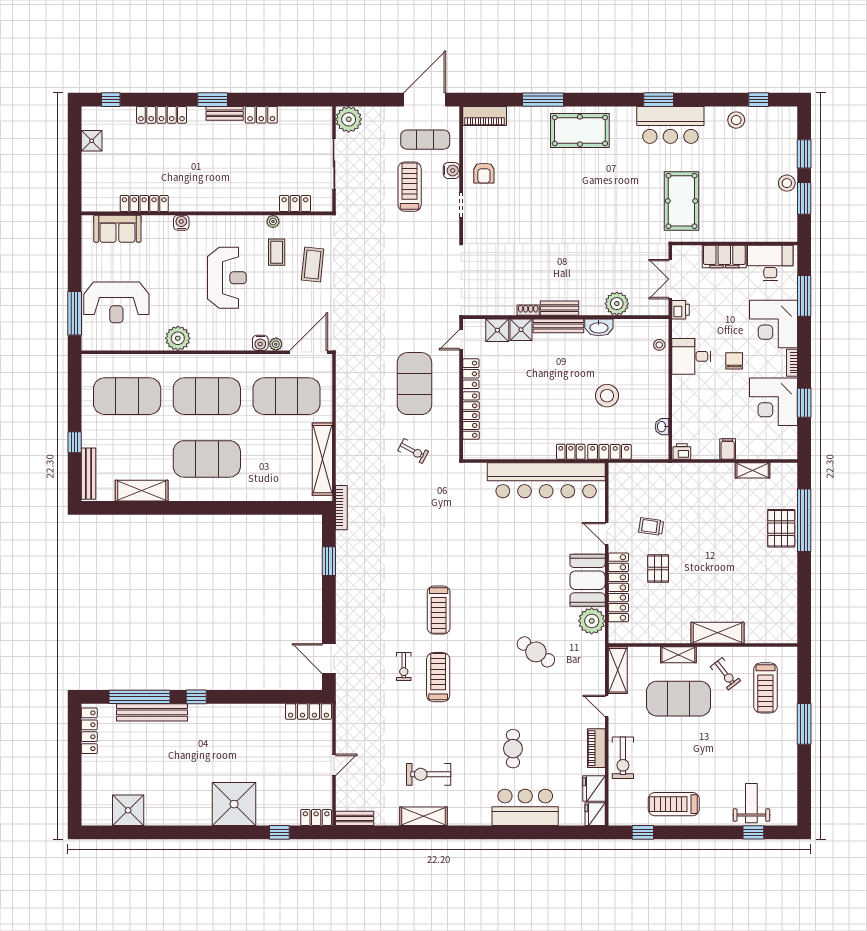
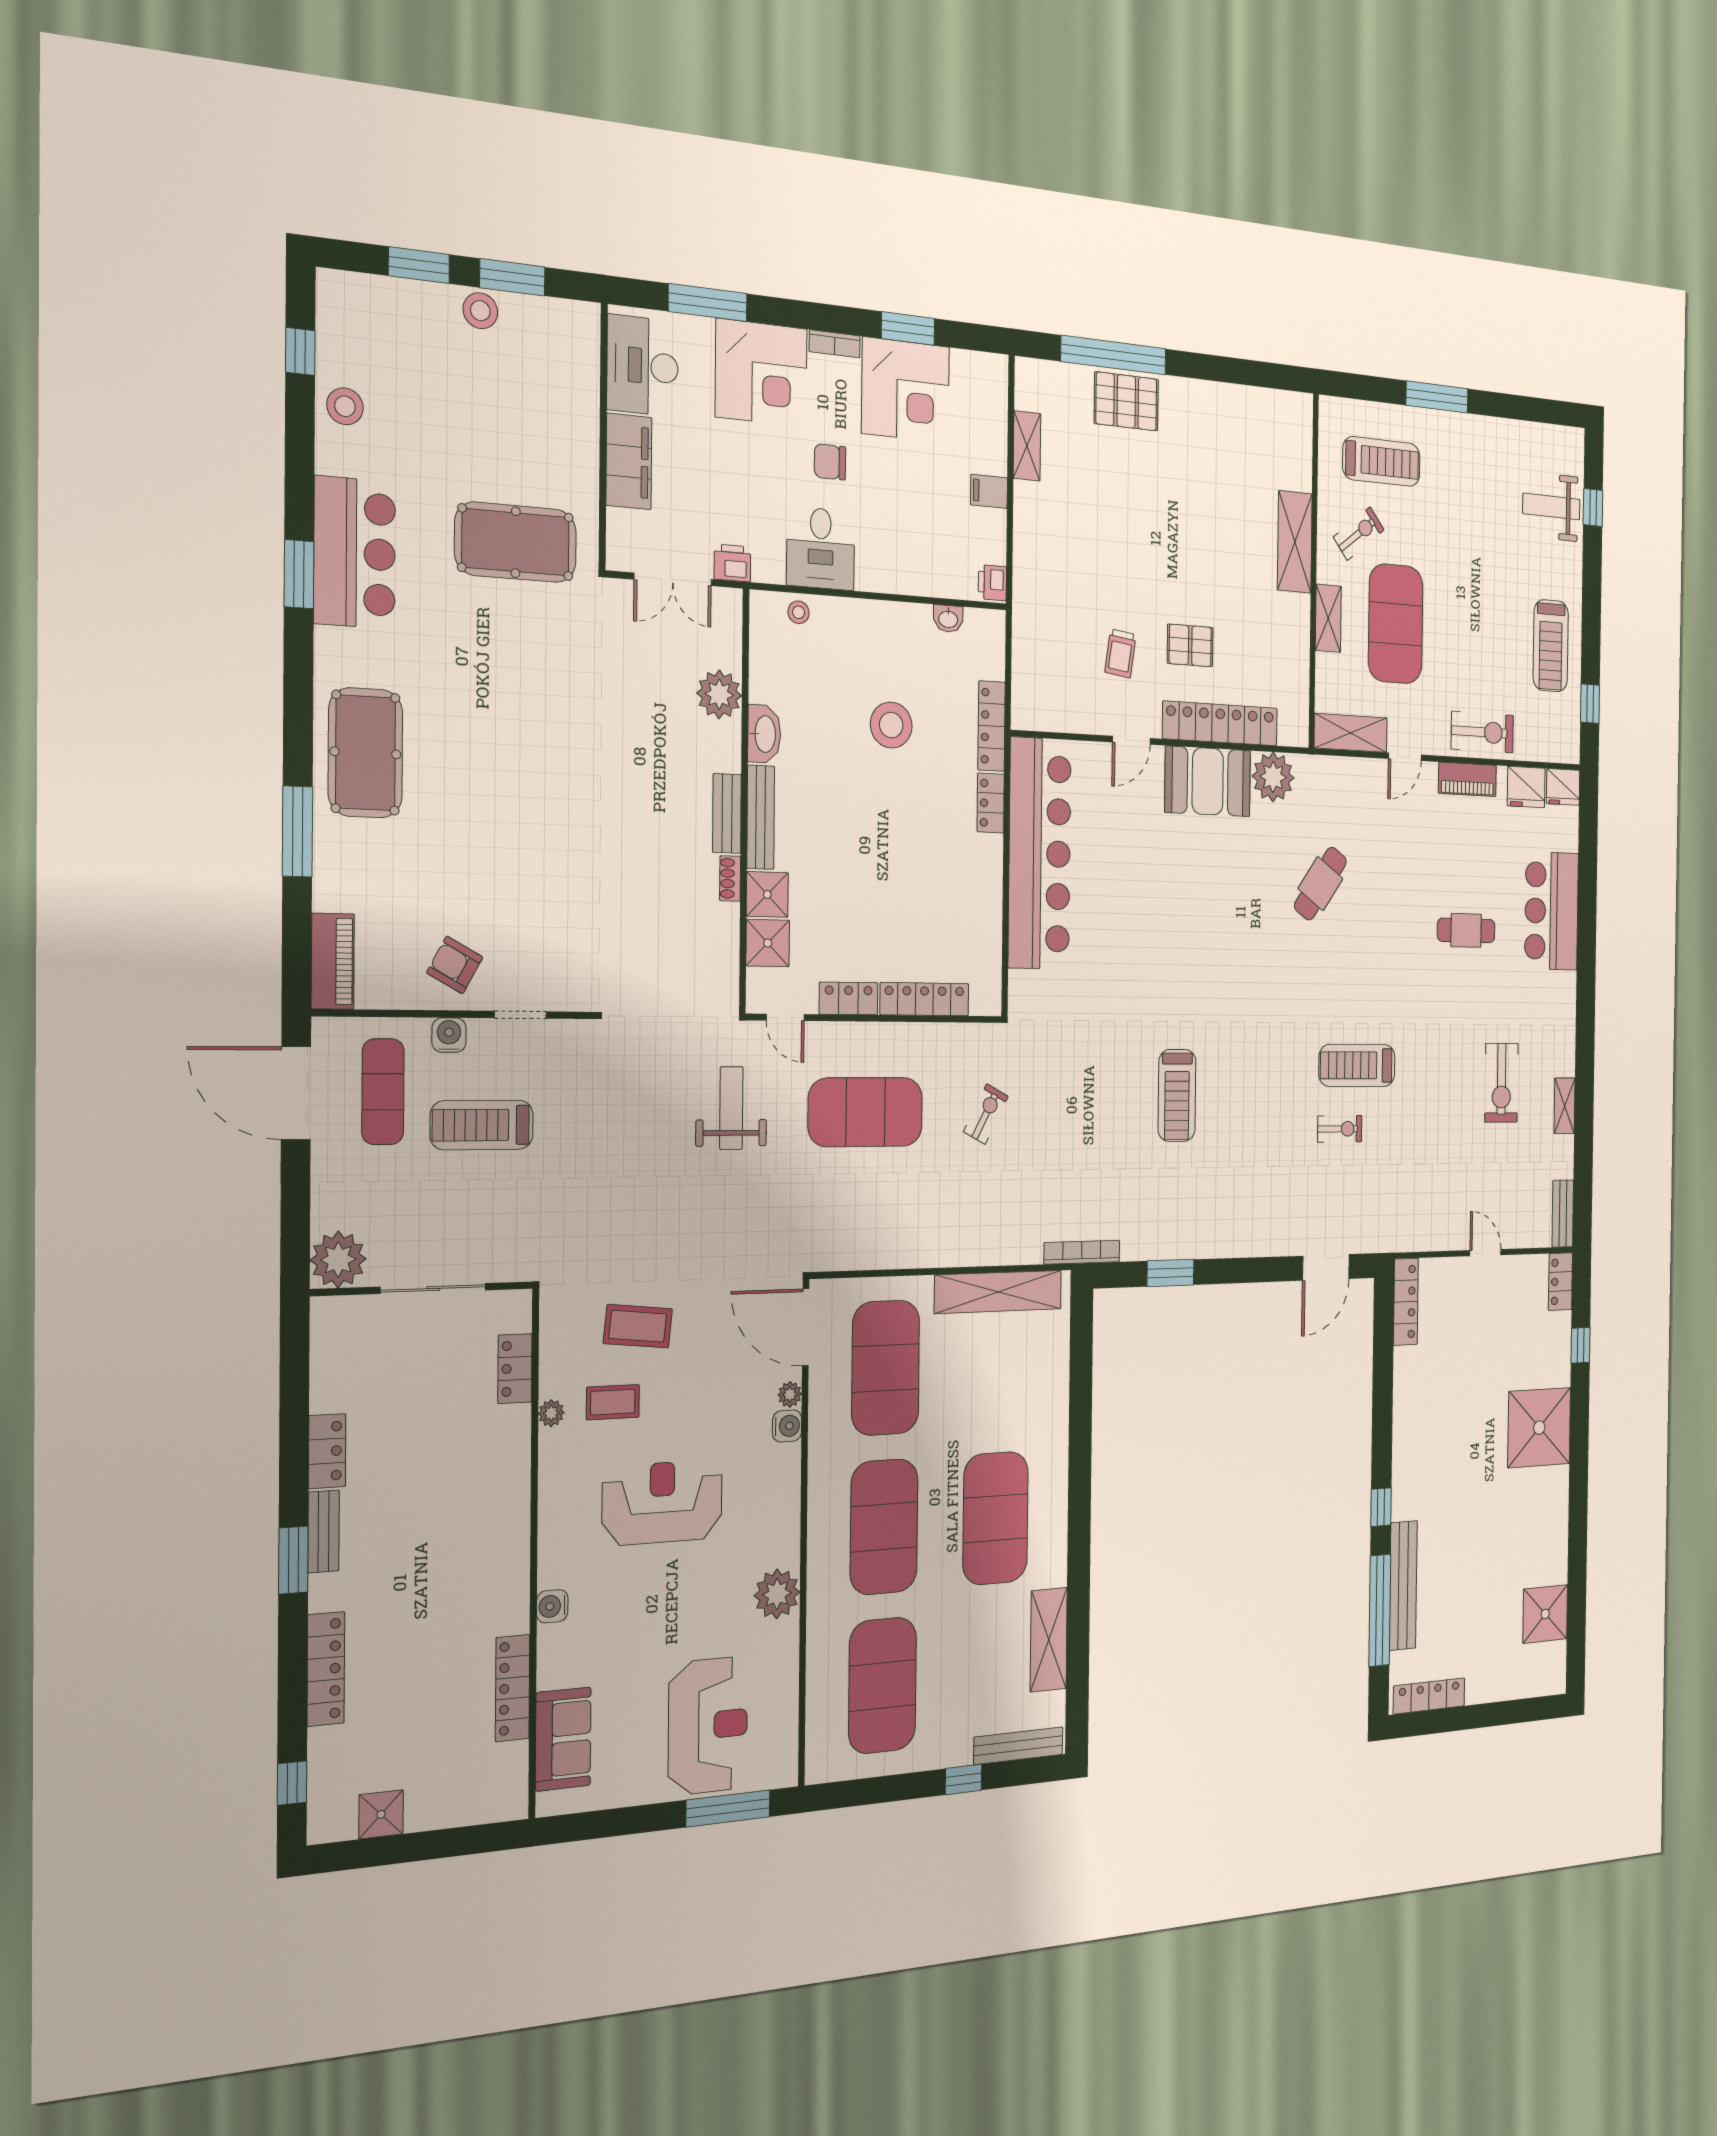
armchair: (484, 173) -> (455, 965), turned -151
weight bench: (417, 312) -> (731, 1108), added
treadmill: (439, 610) -> (1177, 1095), moved, turned 90
shelving: (423, 816) -> (1565, 1106), width x0.67, depth x0.75

